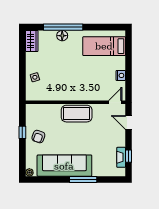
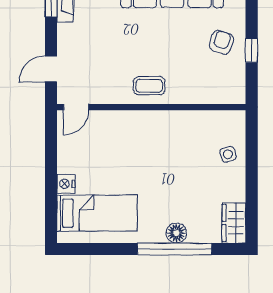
nightstand: (121, 75) -> (66, 184), moved
coffee table: (77, 114) -> (149, 86), width x0.54, depth x0.58
door: (129, 122) -> (51, 69), swing flipped

